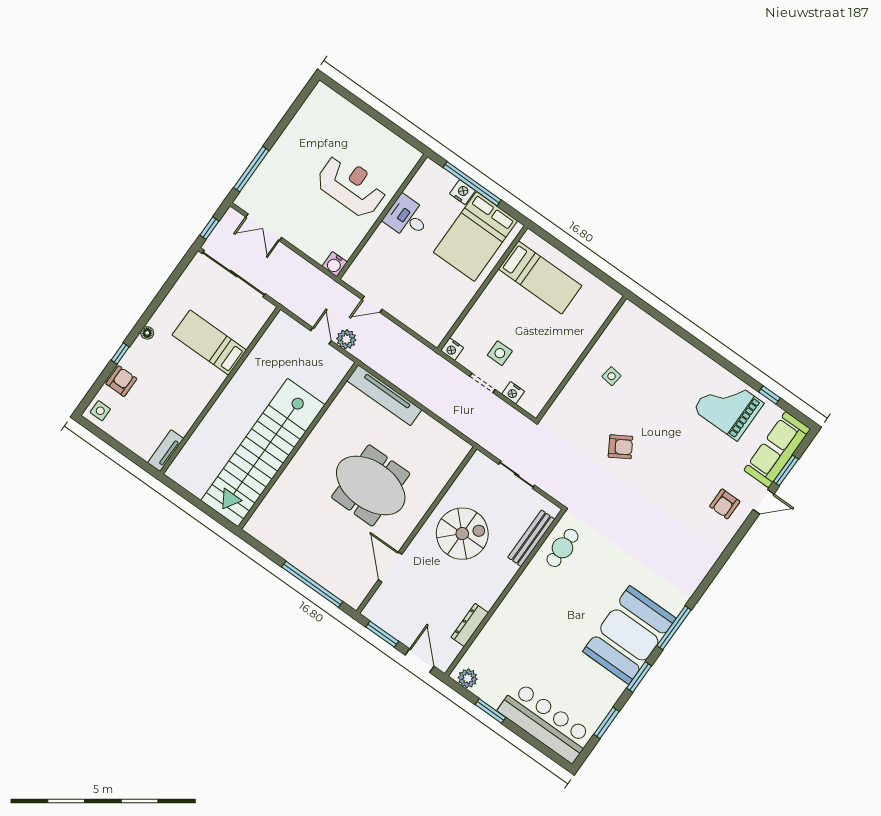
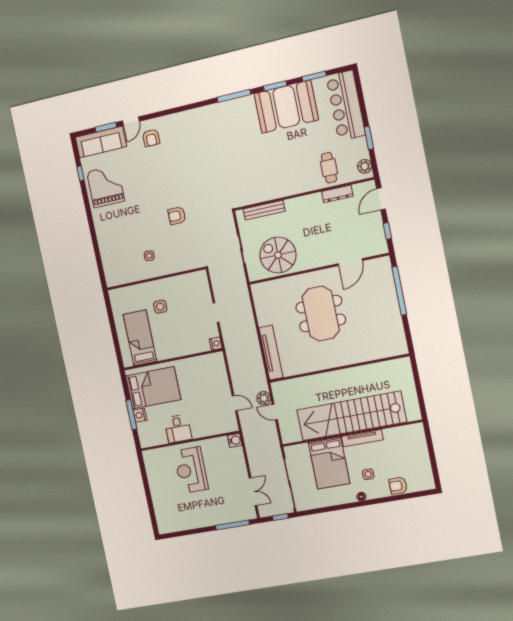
window: (472, 184) -> (131, 415), width x0.68
door: (321, 336) -> (275, 412), hinge flipped
bed: (209, 343) -> (329, 463), width x1.50
side table: (500, 353) -> (160, 307), moved
window: (120, 354) -> (385, 500), removed
nightstand: (513, 393) -> (205, 293), removed
grand piano: (728, 407) -> (106, 186), turned 180
side table: (100, 411) -> (368, 474), moved
armchair: (620, 447) -> (177, 216), turned -59
tv unit: (166, 451) -> (362, 438), moved, width x1.41
stairs: (263, 453) -> (351, 416), moved, turned 180
door: (764, 502) -> (131, 121), swing flipped
armchair: (725, 504) -> (151, 138), turned 90
spiral stairs: (462, 534) -> (278, 255), moved
cafe table: (562, 548) -> (329, 168), moved, turned 90
window: (382, 634) -> (387, 231), width x0.67
booth: (629, 635) -> (286, 107), moved

